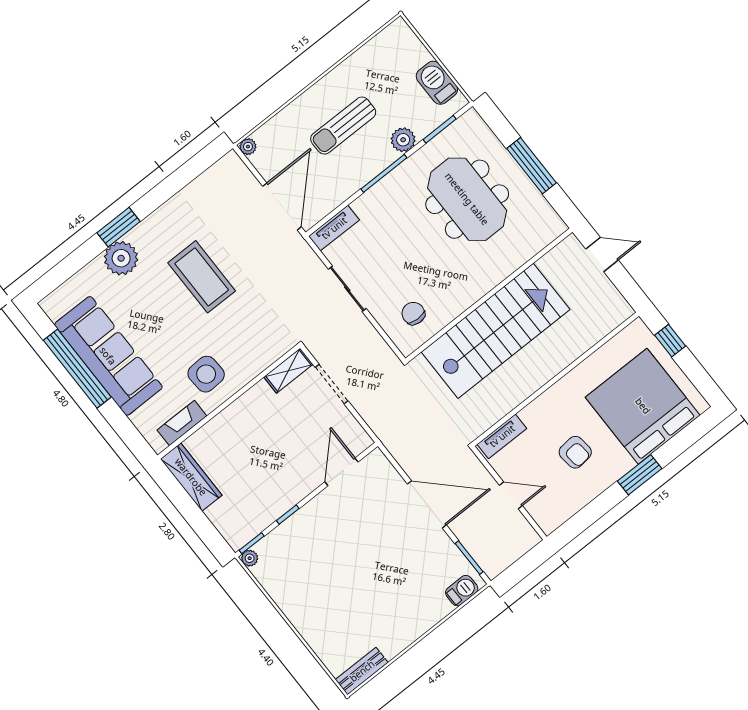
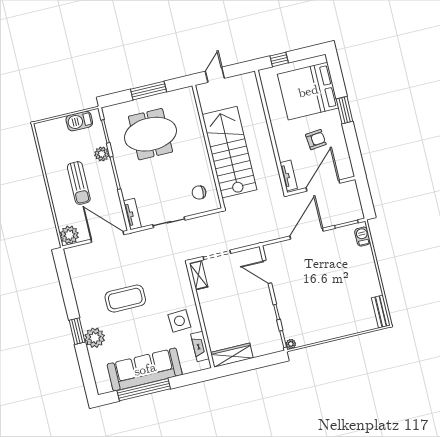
plant: (248, 147) -> (69, 235), width x1.87, depth x1.87
door: (511, 495) -> (323, 186), width x1.88

